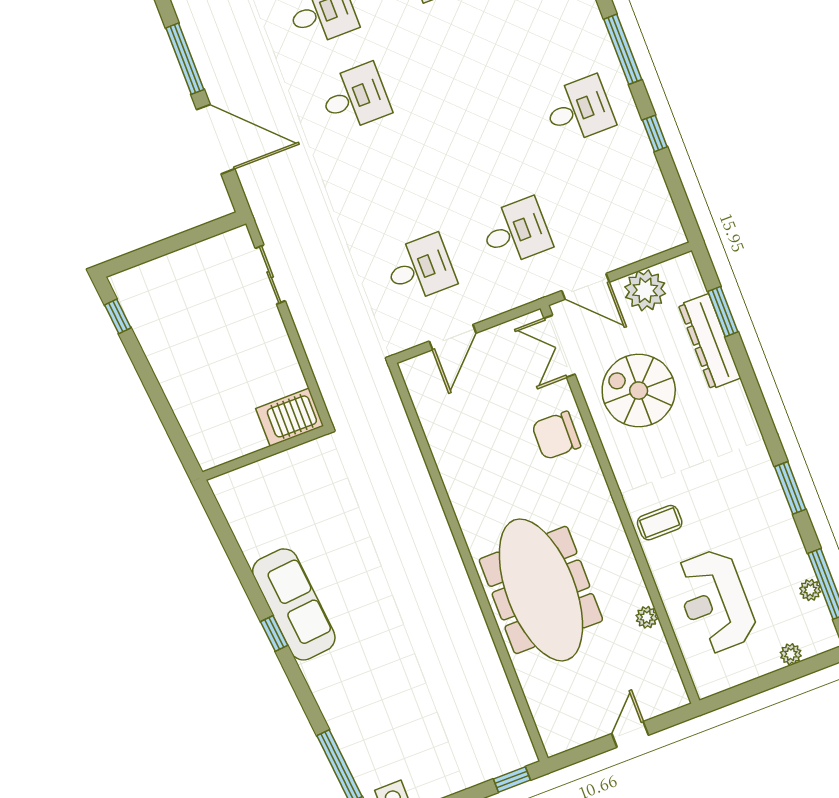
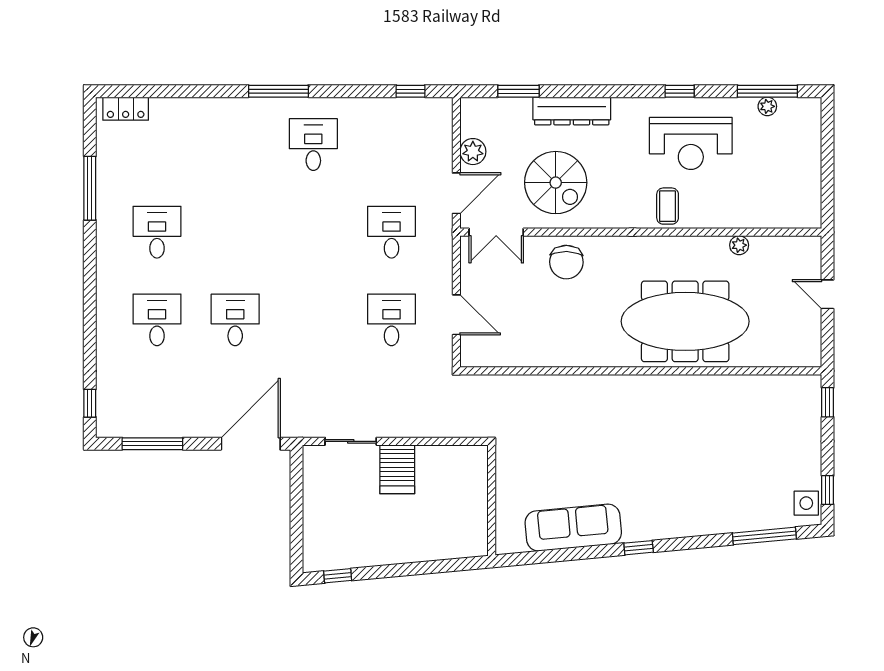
window: (655, 133) -> (410, 91), moved
door: (216, 139) -> (251, 444), moved
plant: (645, 290) -> (473, 152), width x0.73, depth x0.73
dresser: (710, 341) -> (572, 111), moved
spiral stairs: (639, 391) -> (556, 183), turned -90
server rack: (290, 417) -> (397, 469), moved
window: (790, 488) -> (680, 91), width x0.67
reception desk: (715, 601) -> (691, 143), moved
sofa: (294, 604) -> (573, 528), moved
plant: (791, 654) -> (813, 141), removed

